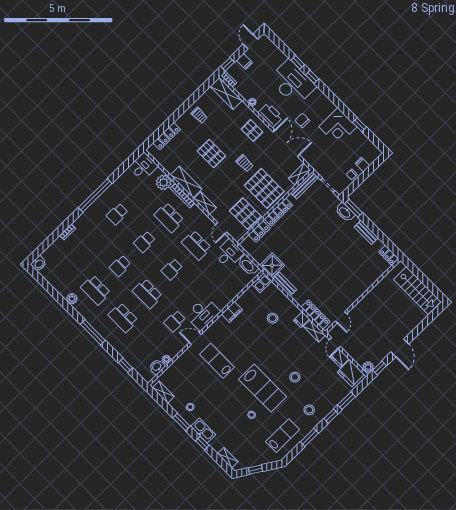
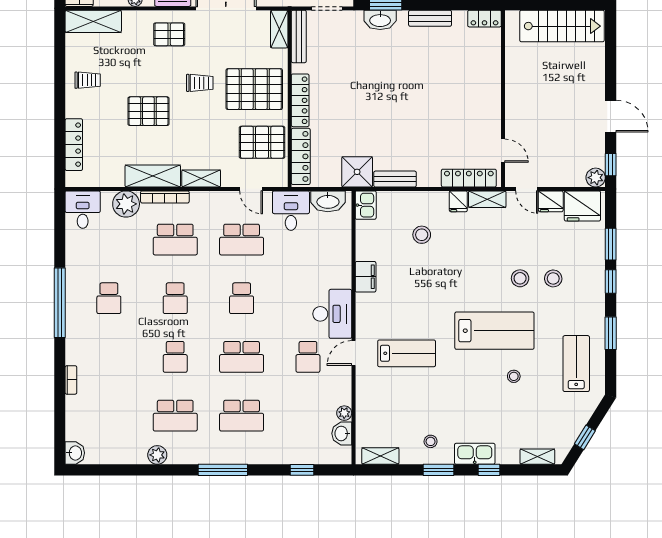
locker: (259, 232) -> (301, 156), width x1.53
lab bench: (217, 361) -> (407, 353), turned 180
stool: (309, 410) -> (553, 278), moved

